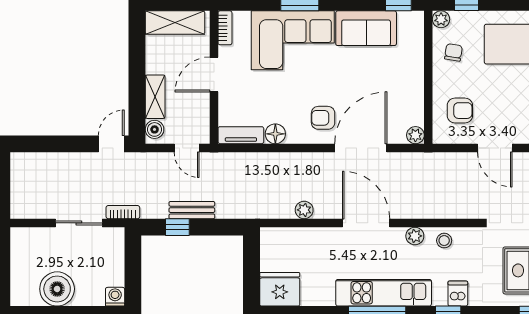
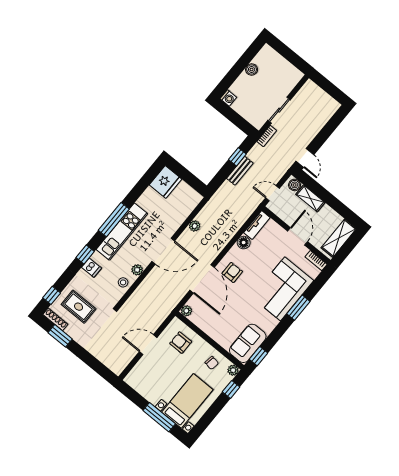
sofa: (366, 28) -> (248, 343), moved
armchair: (460, 111) -> (181, 343), turned 90
boiler: (57, 289) -> (252, 69), width x0.54, depth x0.54

